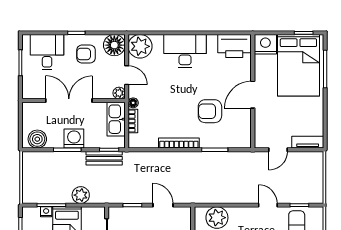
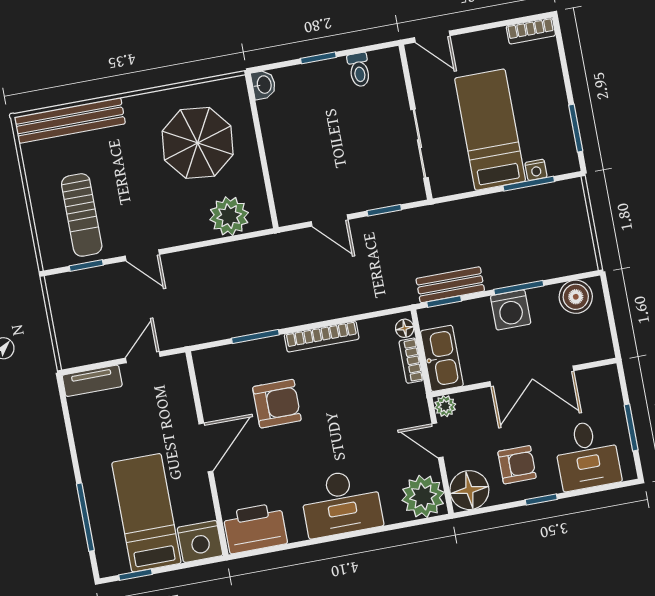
bed: (298, 65) -> (146, 513), width x0.67
floor lamp: (133, 103) -> (405, 328), moved
plant: (81, 195) -> (480, 211), removed

